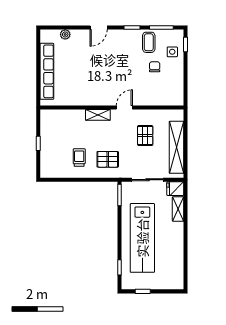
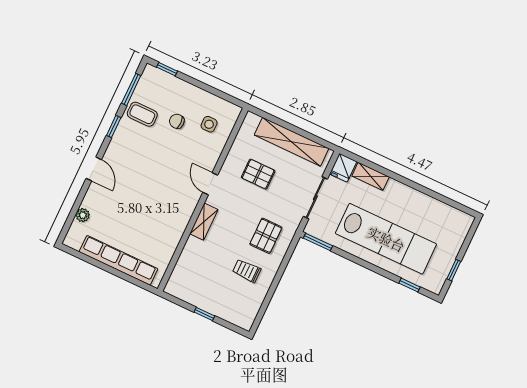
side table: (172, 52) -> (209, 124), moved

